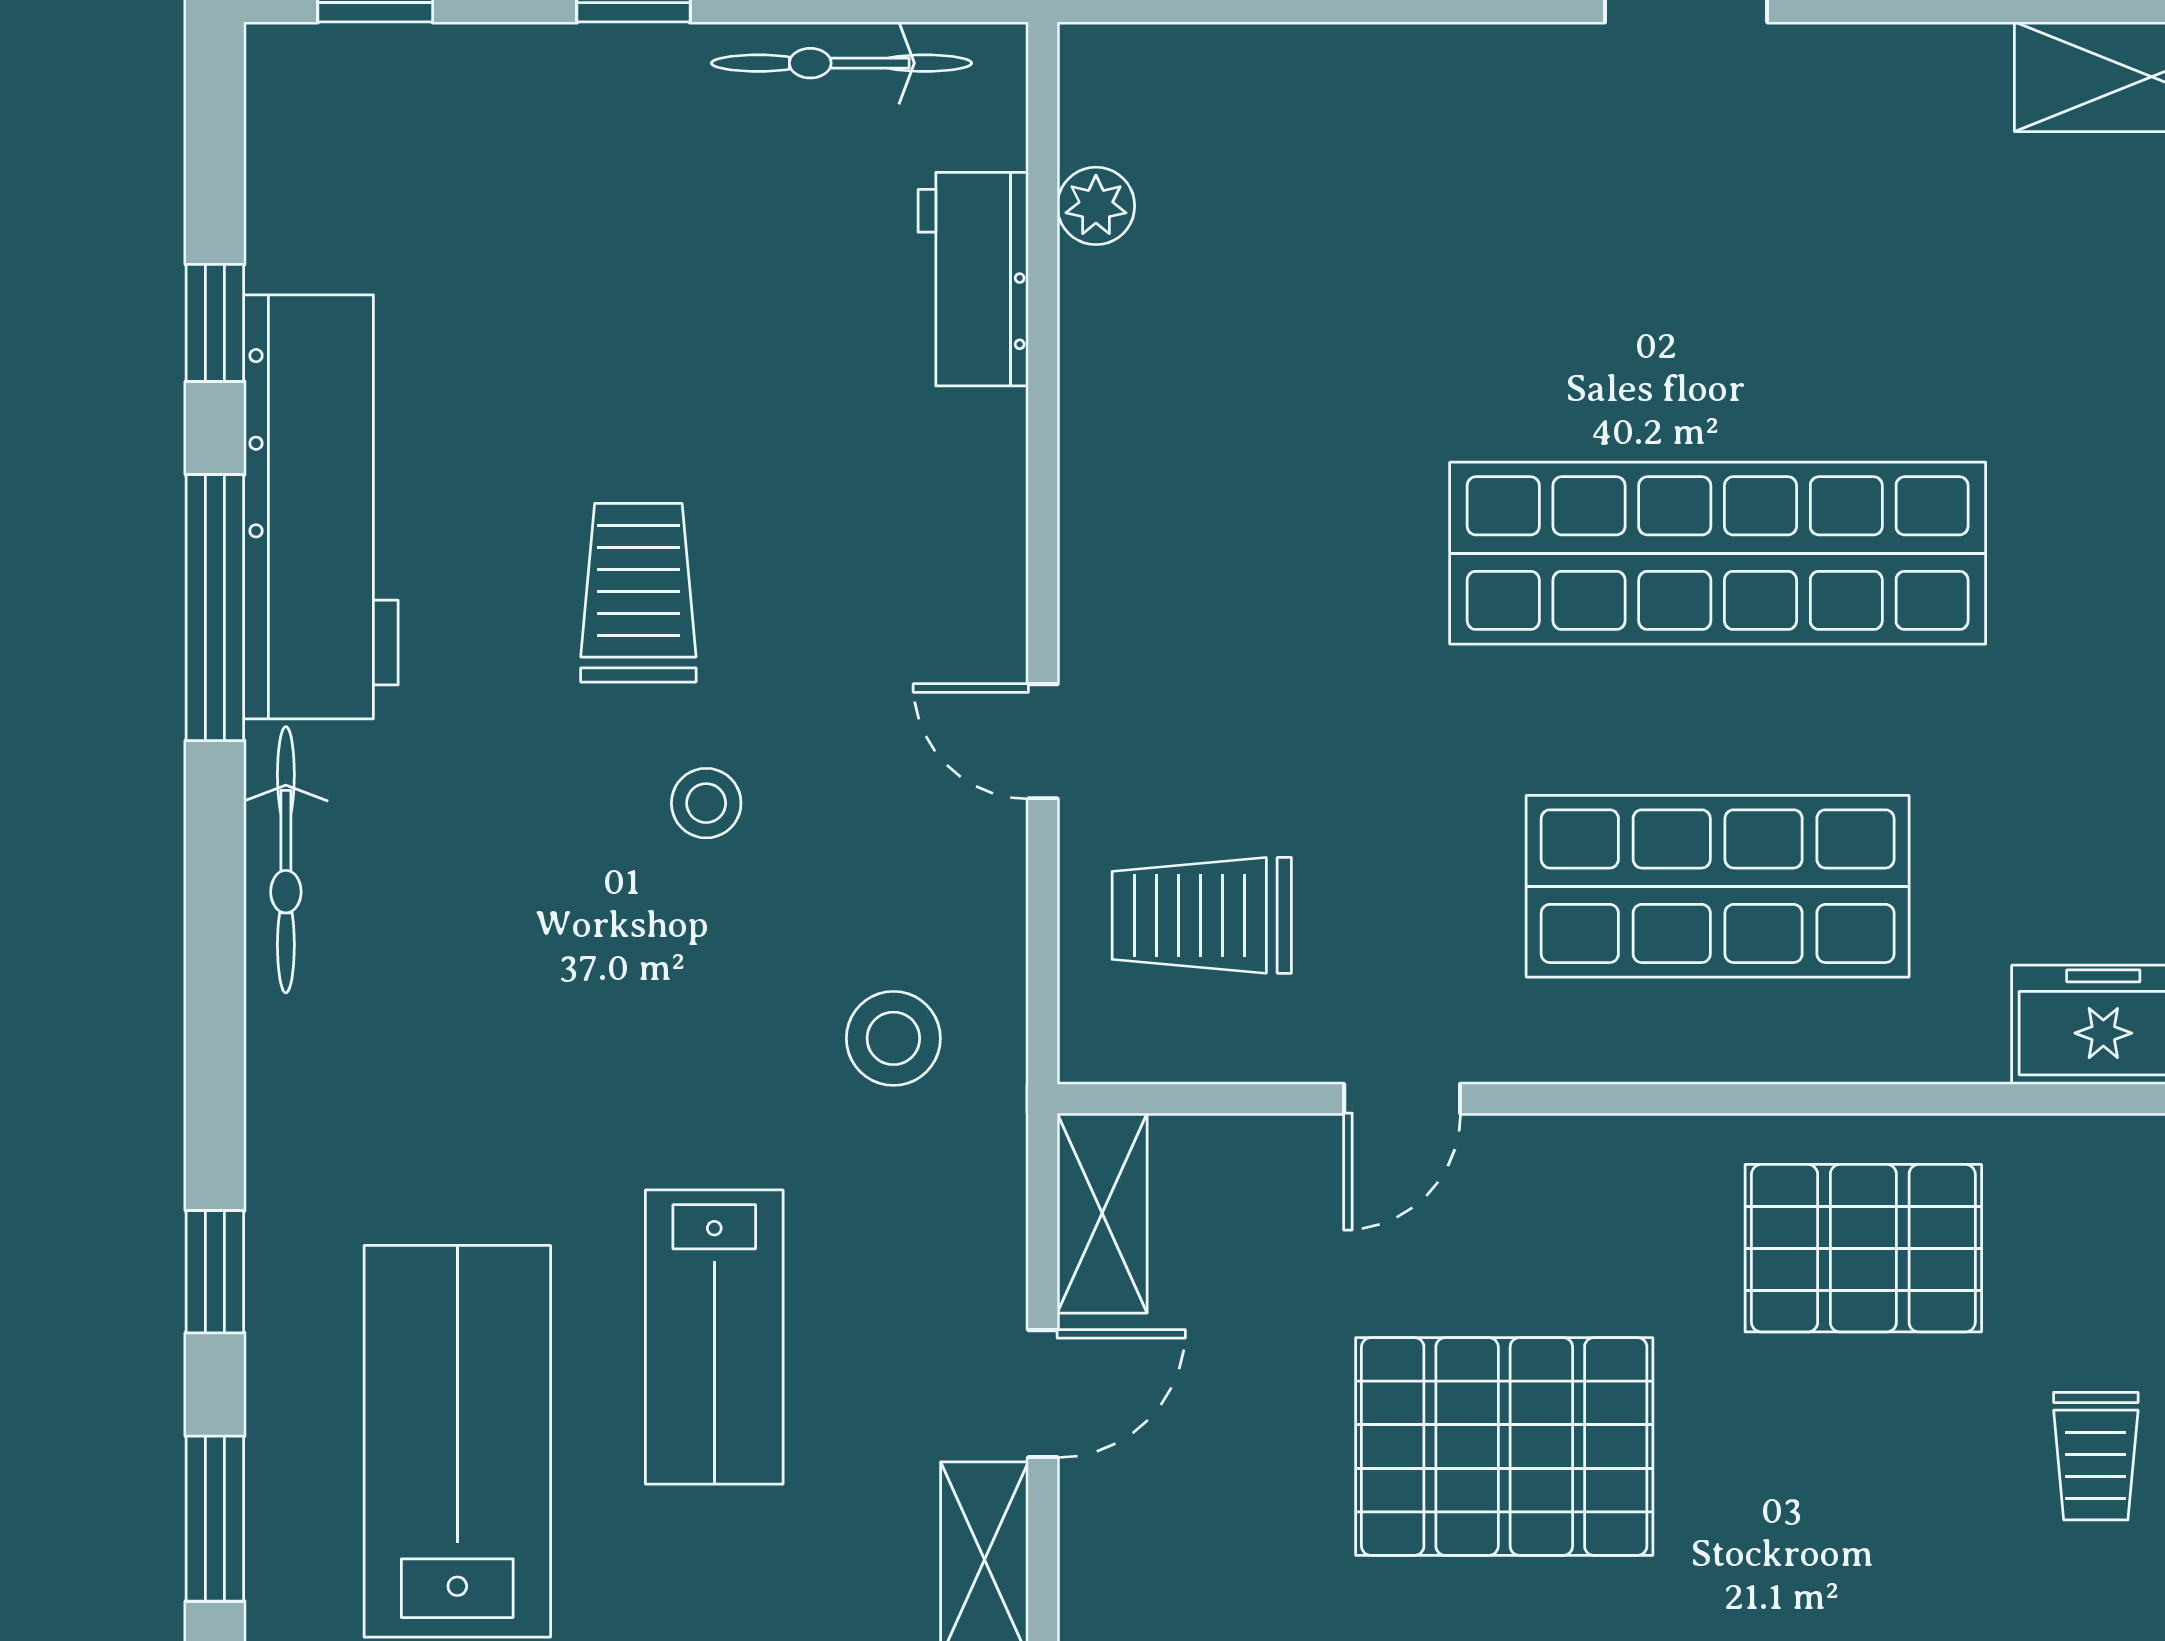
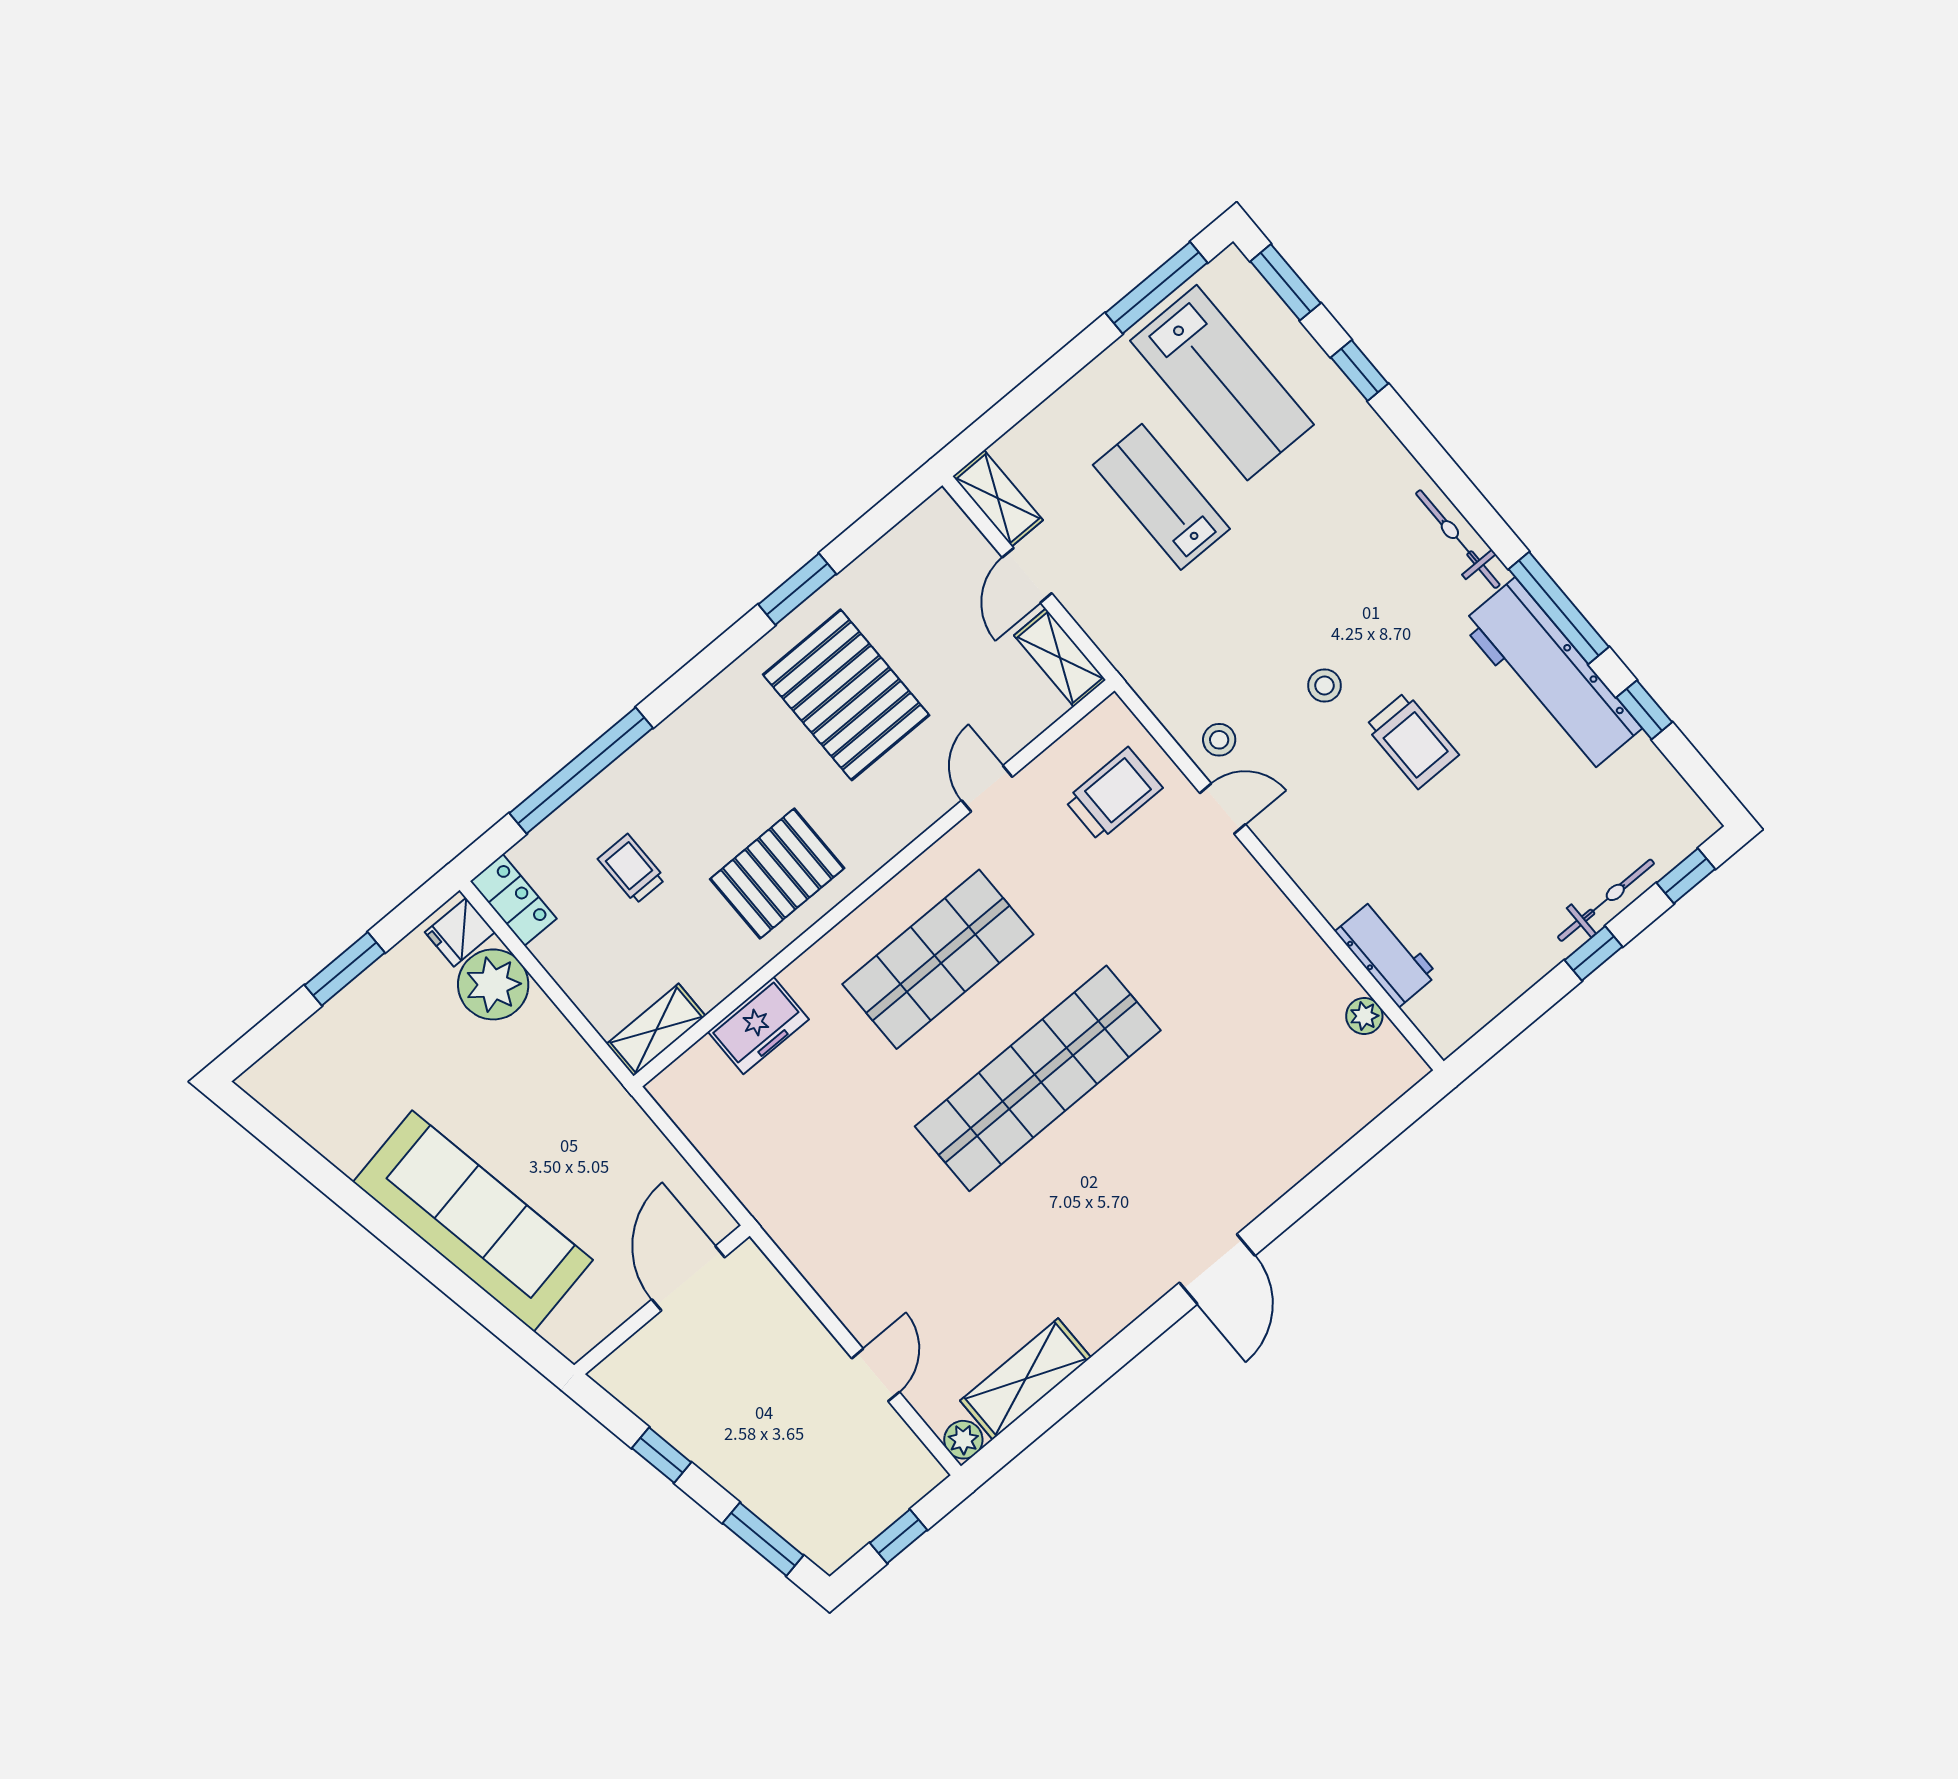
bicycle: (841, 63) -> (1606, 900), moved
stool: (893, 1038) -> (1219, 740), moved, width x0.73, depth x0.73
pallet: (1504, 1447) -> (846, 695), turned 90

